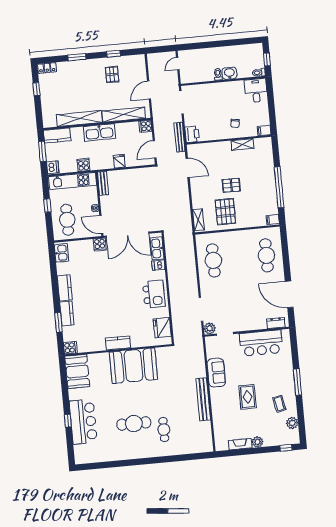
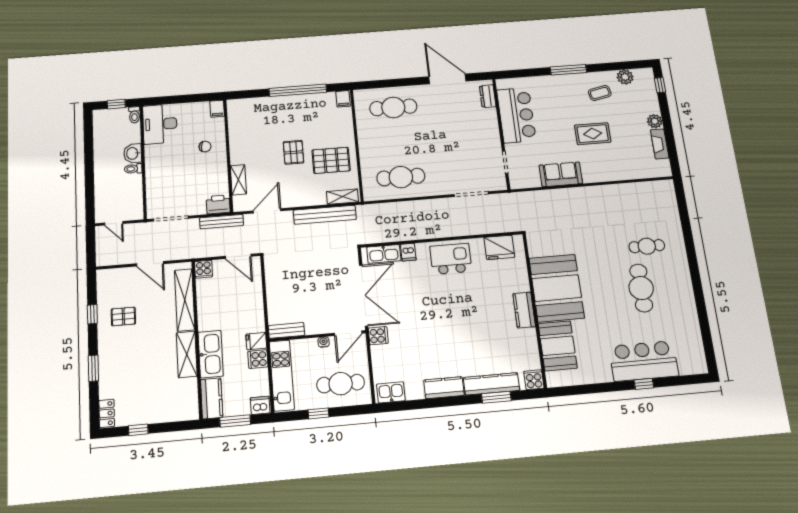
desk: (256, 90) -> (160, 124), width x1.37
shelving: (79, 119) -> (187, 354), width x0.68
kitchen sink: (99, 132) -> (211, 354), moved
shelving: (242, 144) -> (238, 180), moved
fridge: (119, 161) -> (256, 341), moved
door: (289, 294) -> (447, 79), swing flipped
kitchen counter: (67, 313) -> (492, 384), width x1.50
plant: (210, 328) -> (498, 183), removed
booth: (77, 371) -> (558, 346), moved, turned 90
bench: (203, 399) -> (325, 215), moved

